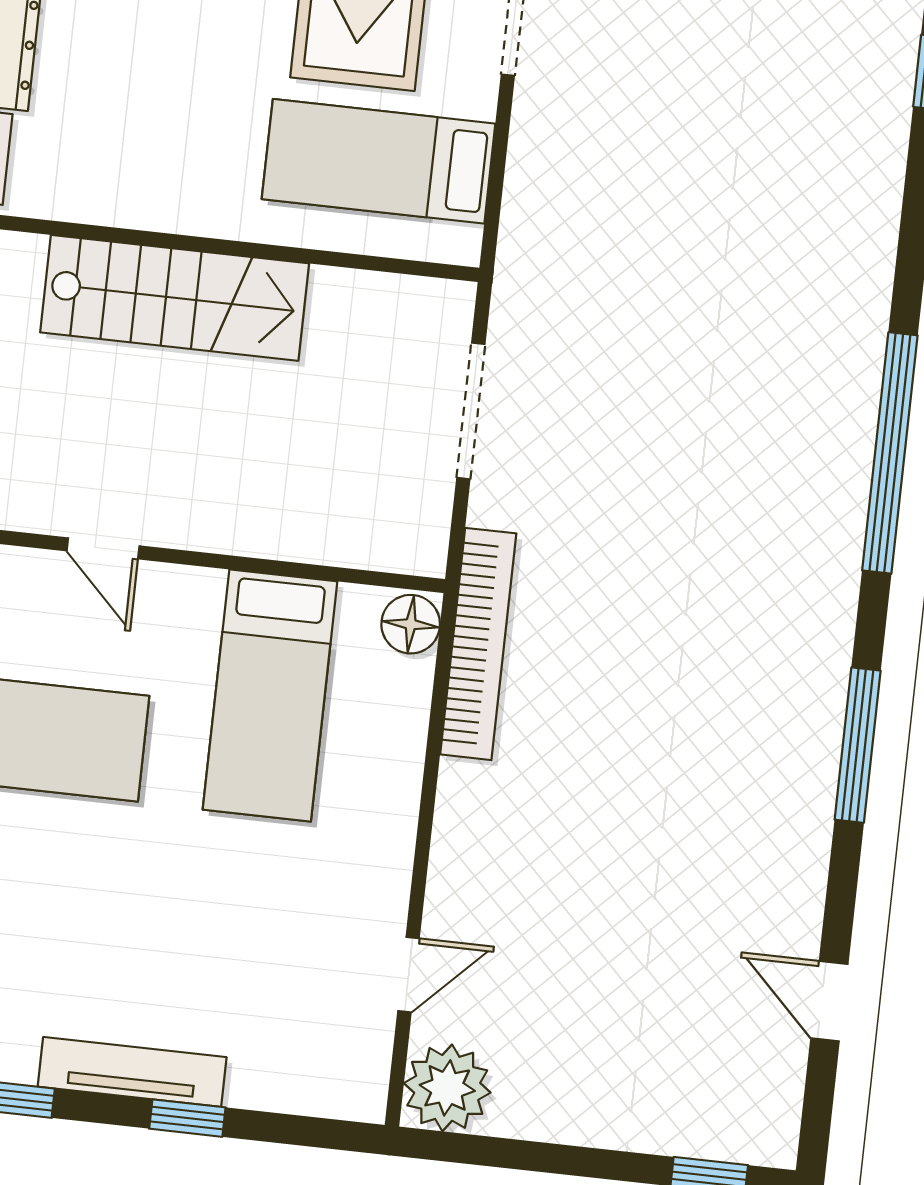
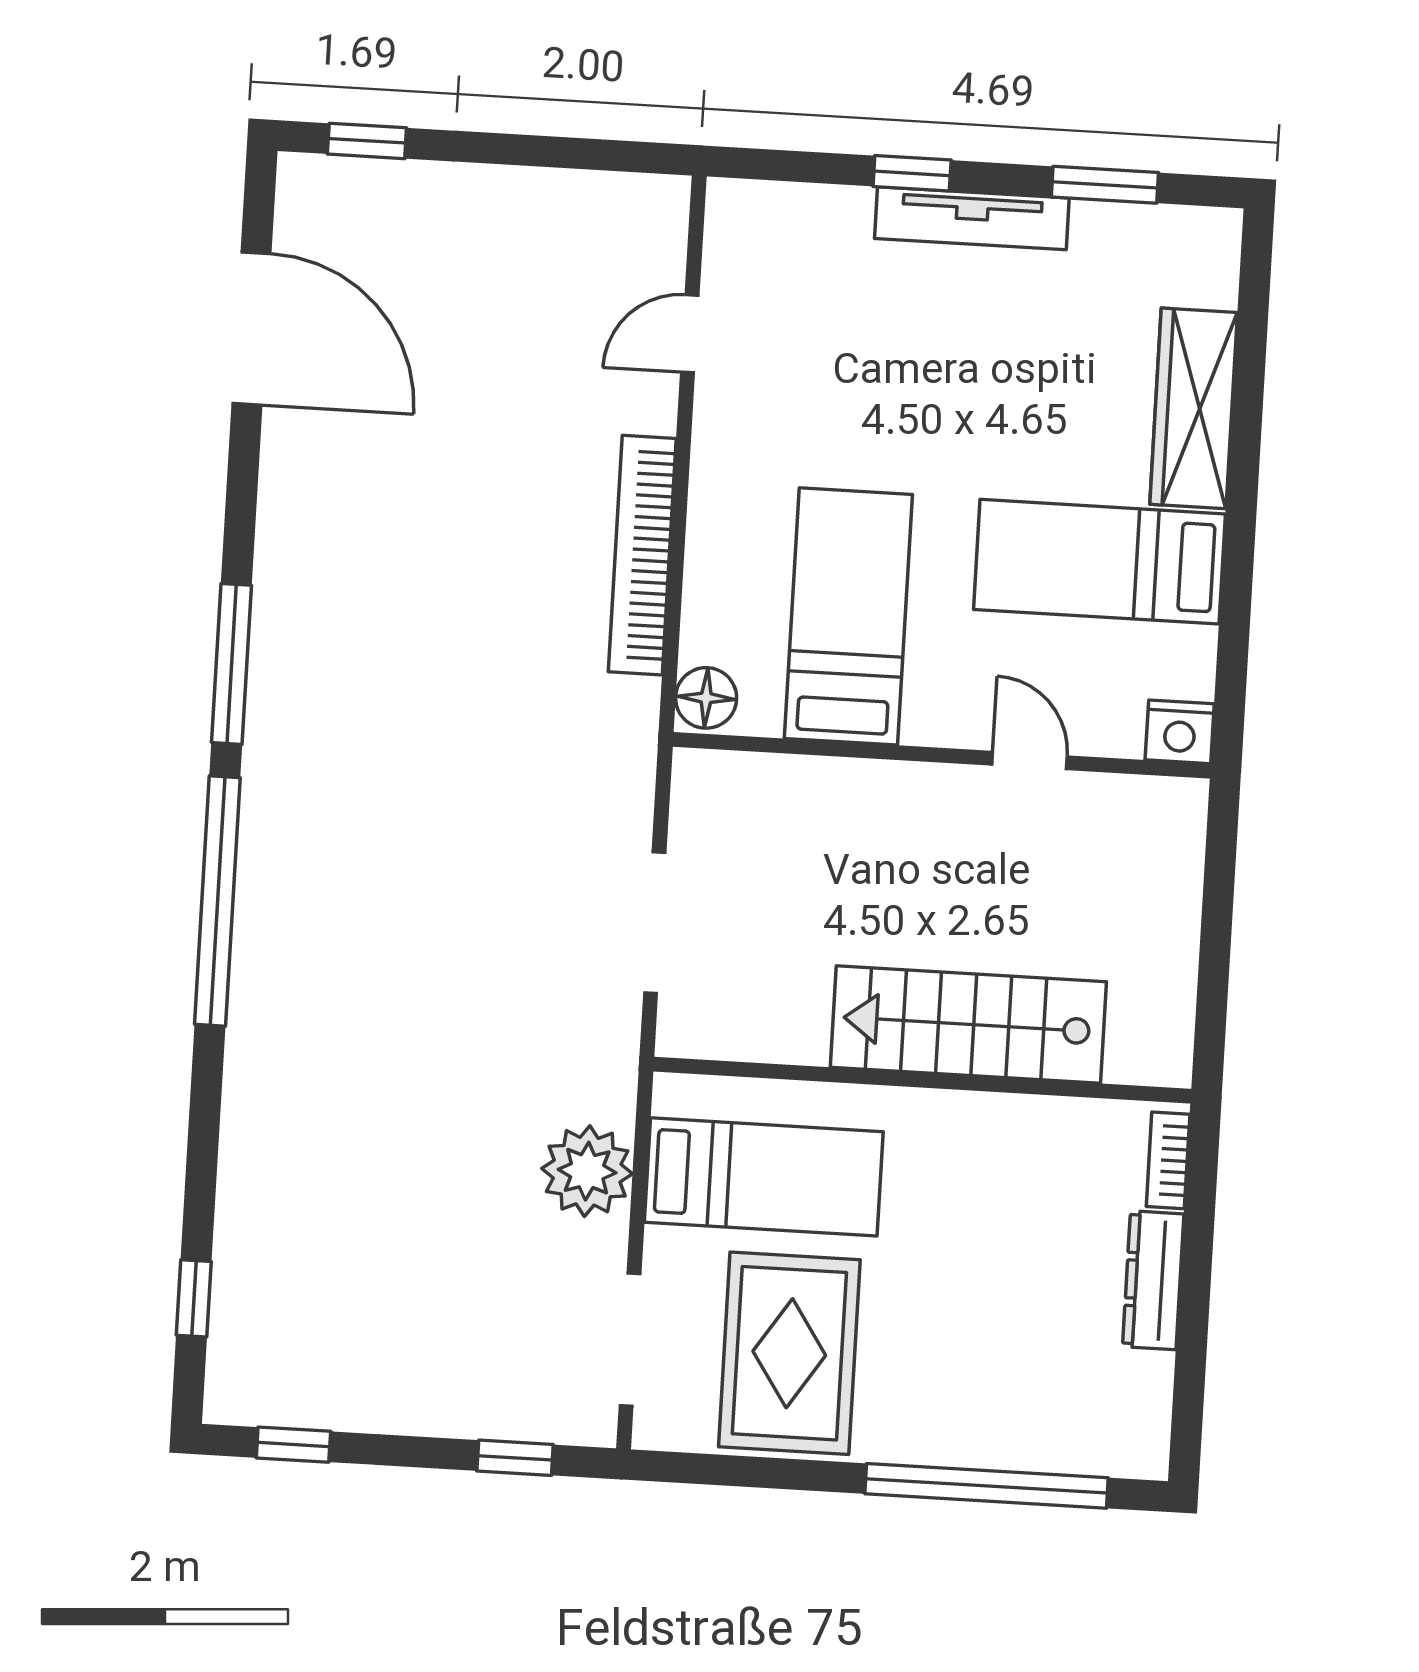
bookcase: (478, 644) -> (642, 555), moved
window: (858, 745) -> (231, 664), moved
door: (829, 1001) -> (251, 328), width x1.87
plant: (447, 1088) -> (587, 1171), moved

